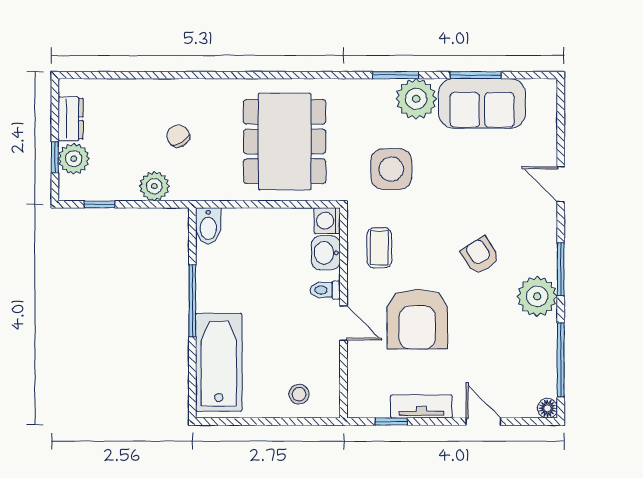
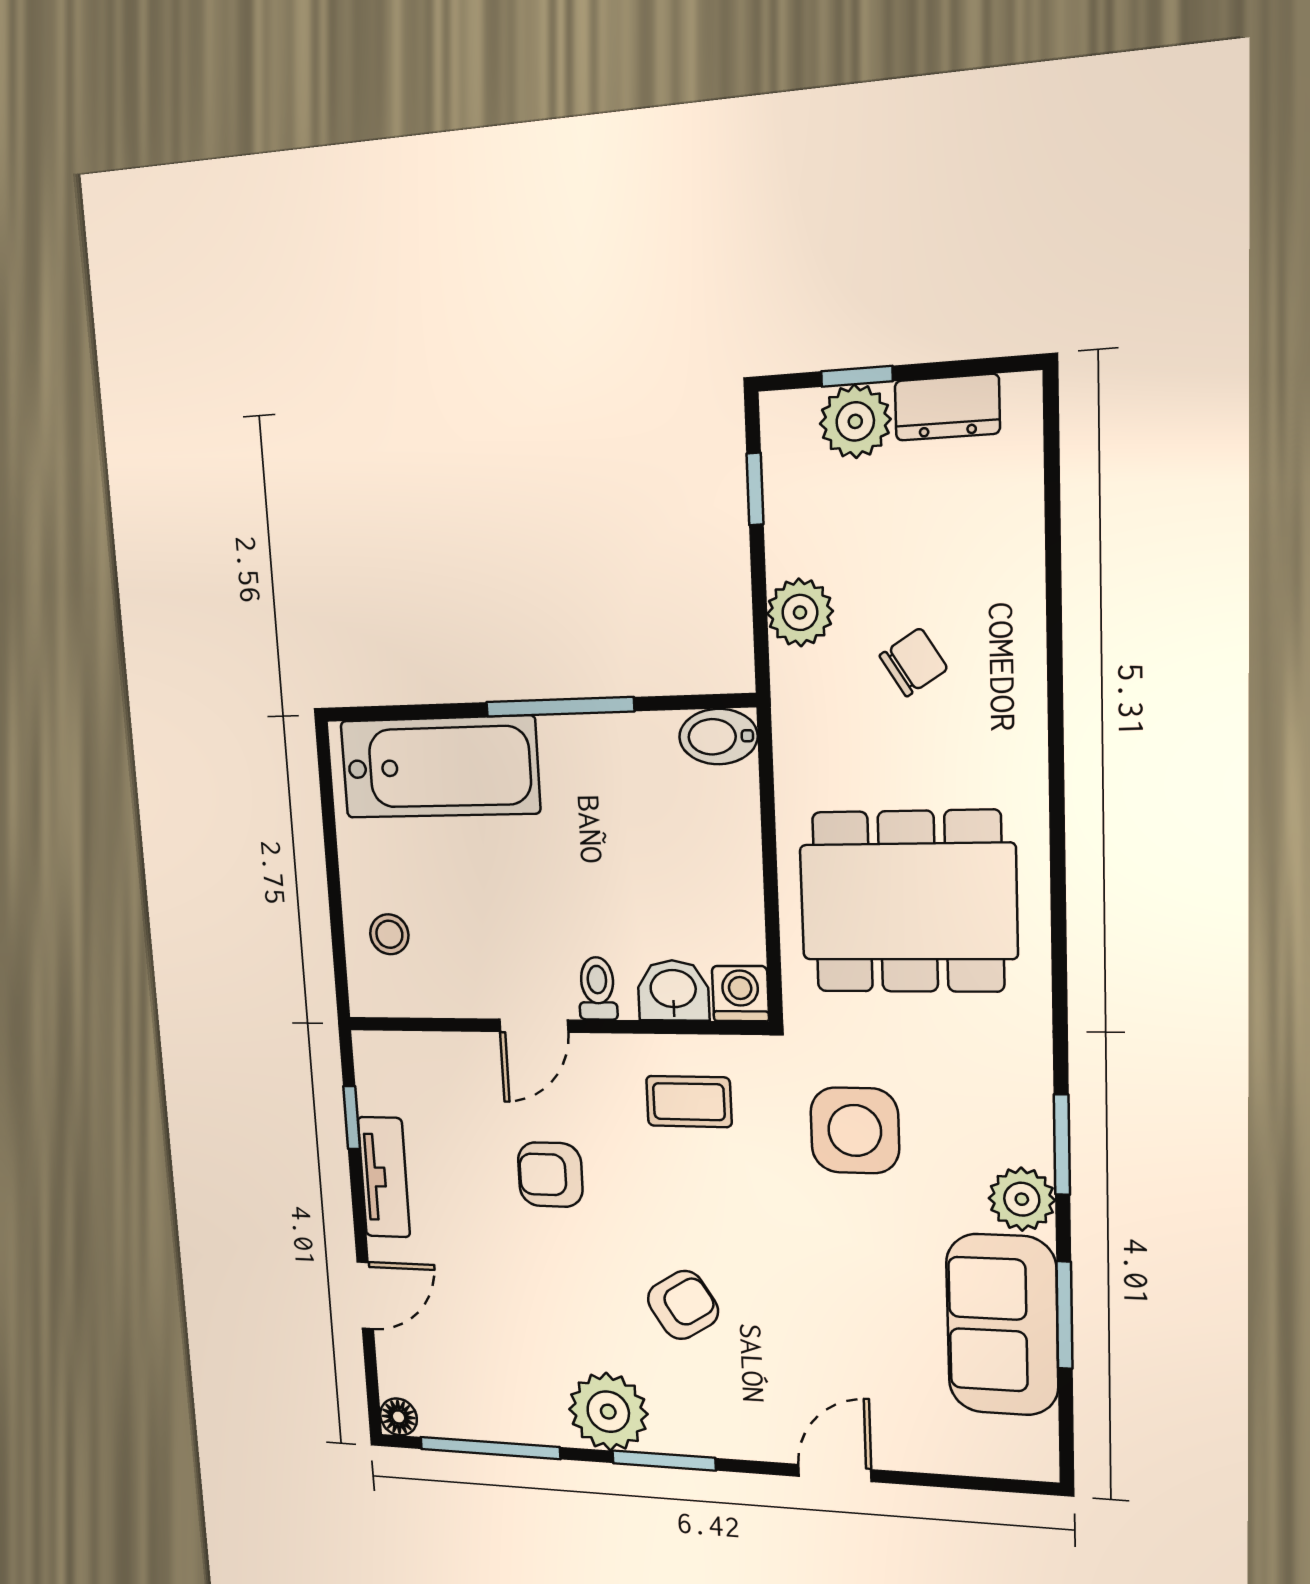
plant: (416, 99) -> (1022, 1199), width x0.73, depth x0.73
armchair: (417, 319) -> (550, 1175), width x0.53, depth x0.53

